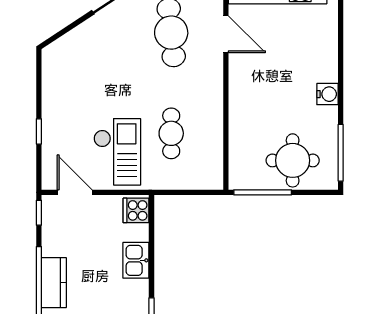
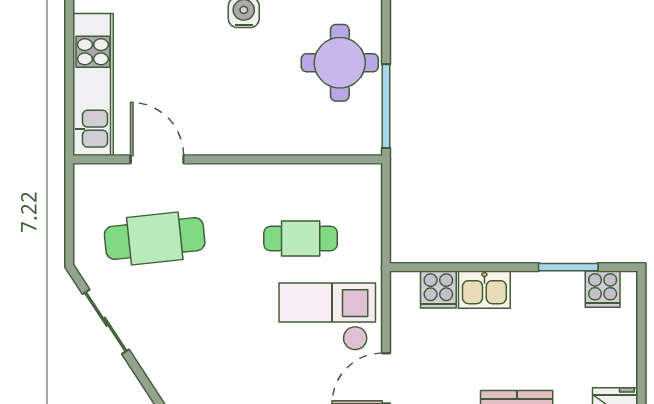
door: (226, 34) -> (157, 159), hinge flipped
cooker: (136, 210) -> (438, 289), moved

